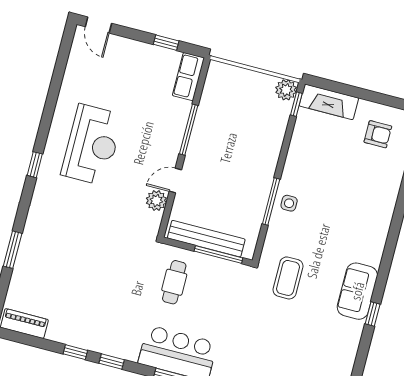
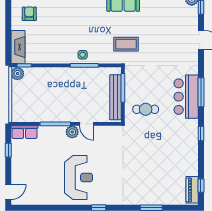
reception desk: (92, 145) -> (78, 178), turned 90
plant: (156, 201) -> (72, 132), moved
window: (75, 352) -> (201, 186), moved

